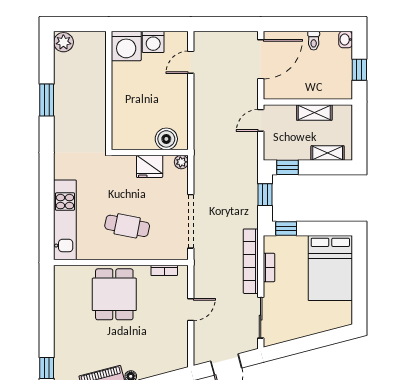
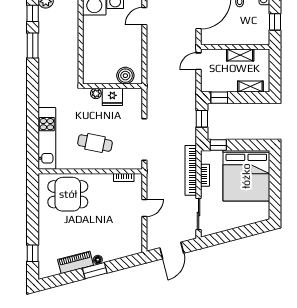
window: (47, 59) -> (33, 13), added
plant: (181, 162) -> (96, 93), moved
bed: (330, 268) -> (246, 176), width x1.36
dining table: (114, 294) -> (68, 194), moved, turned 90

